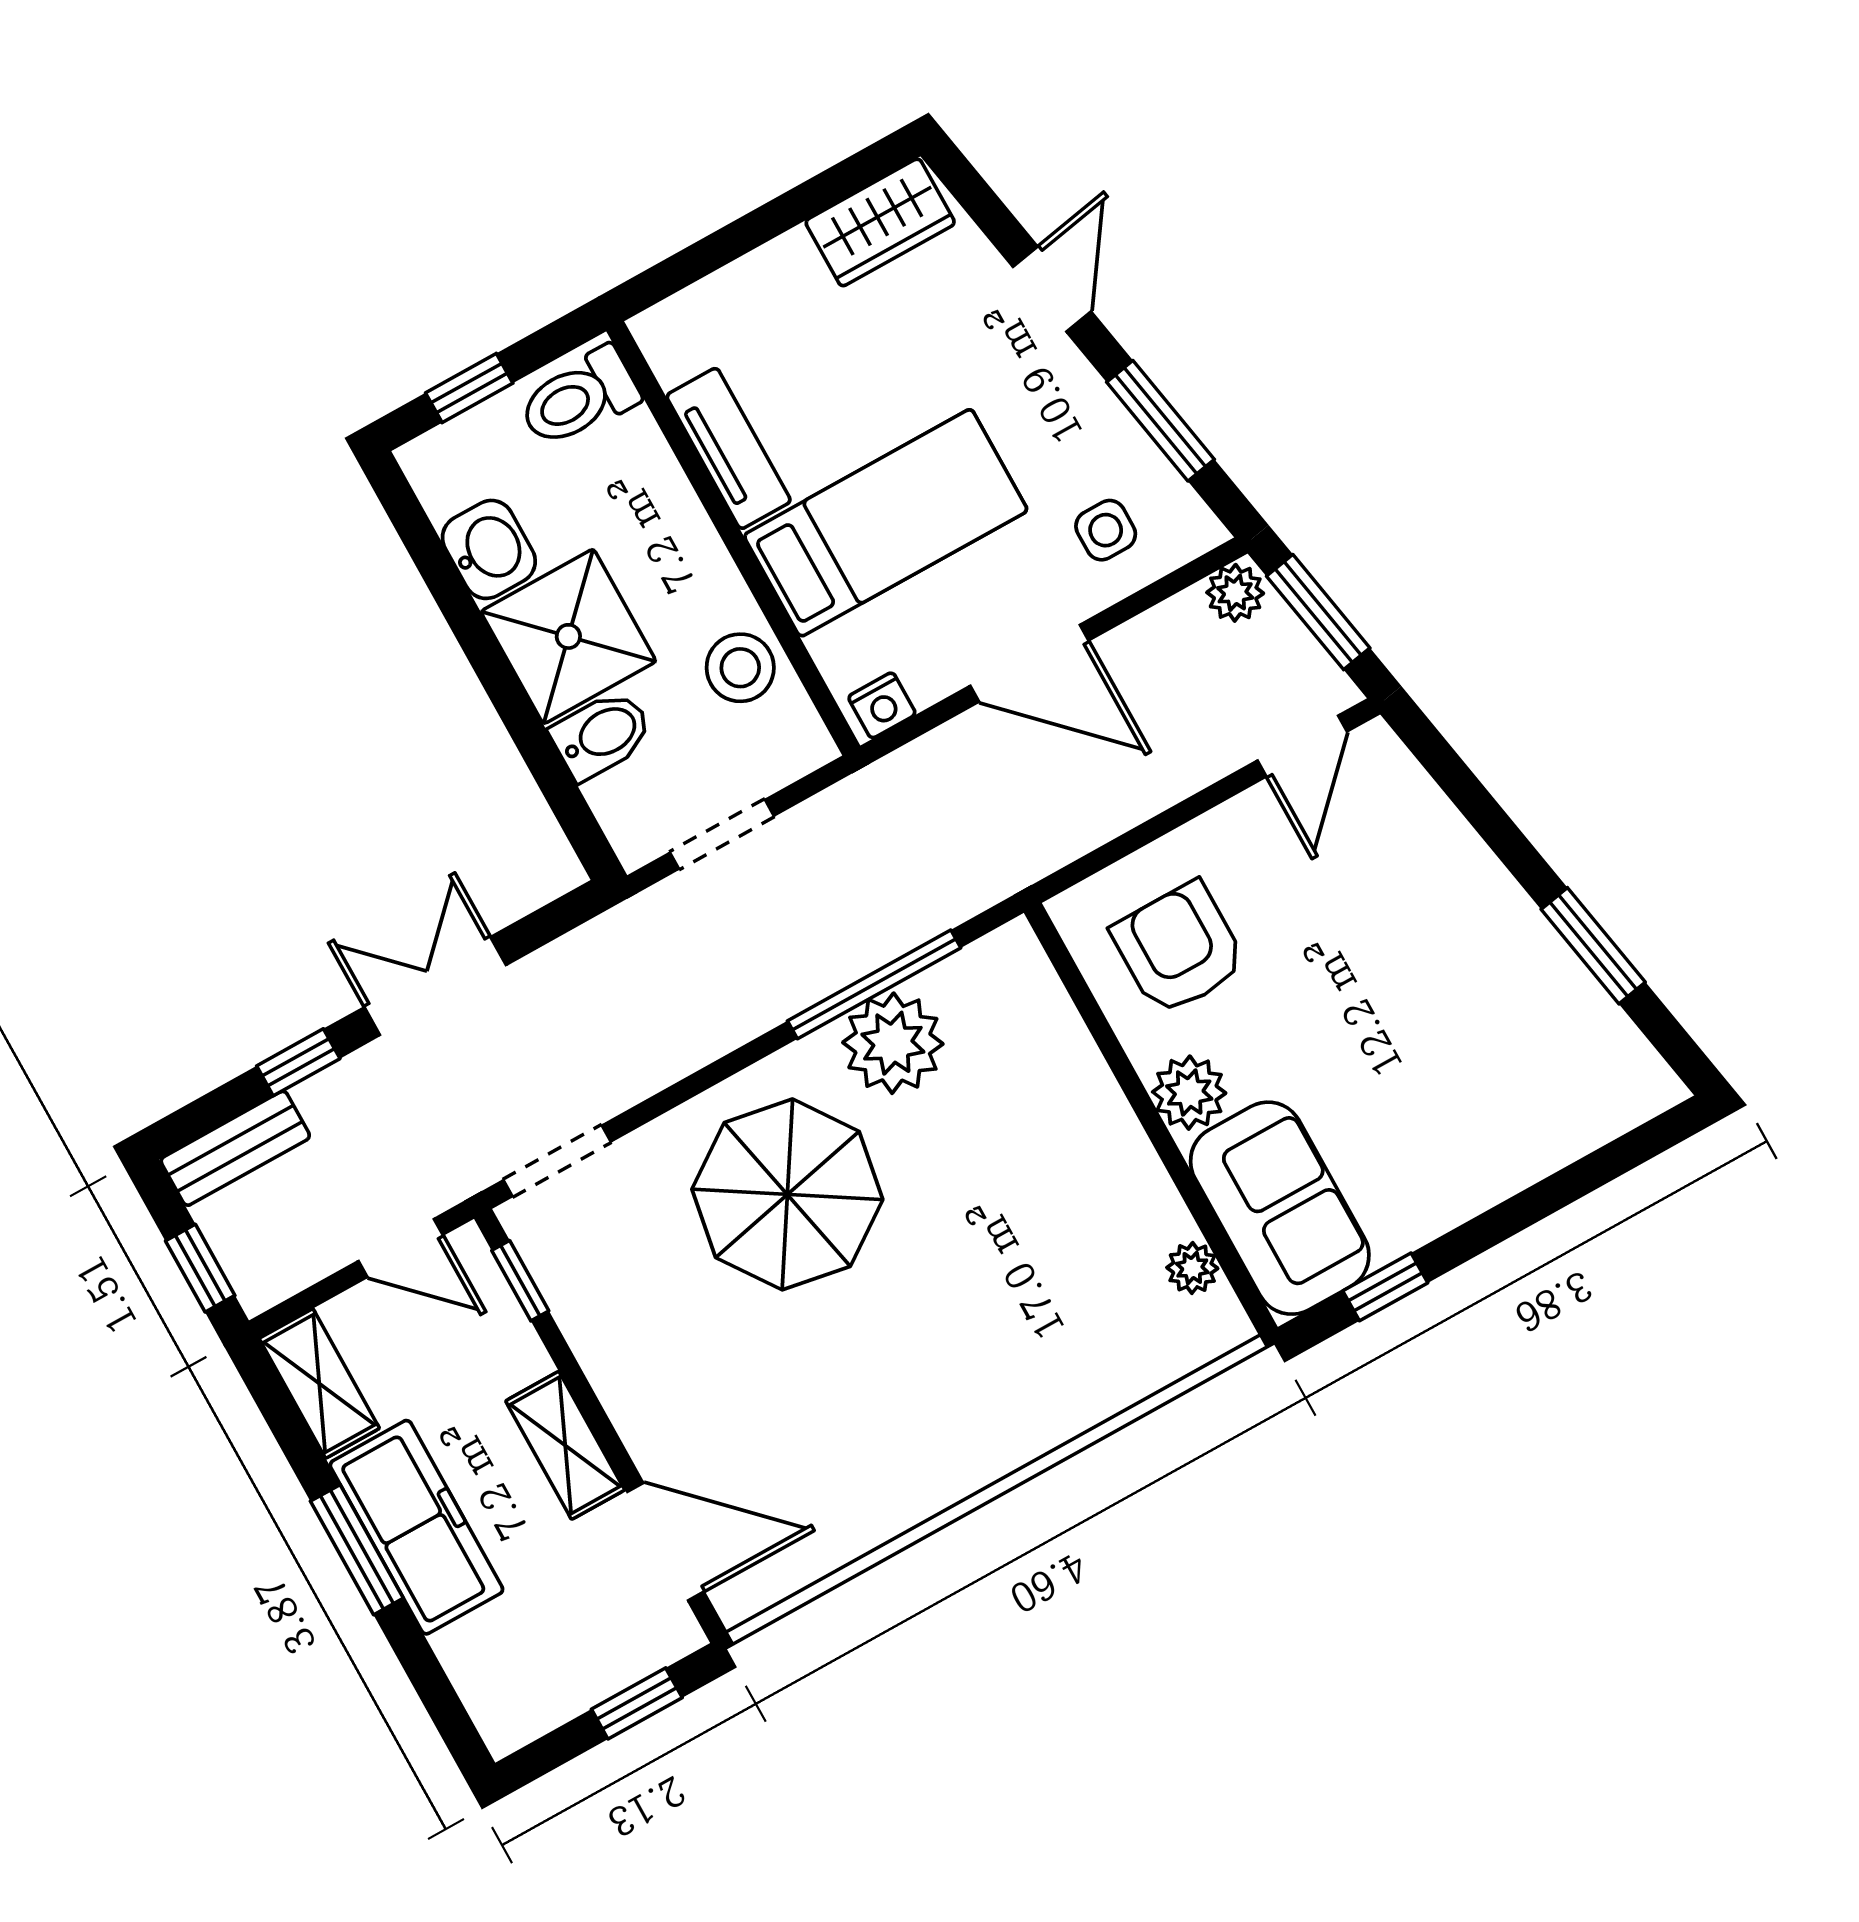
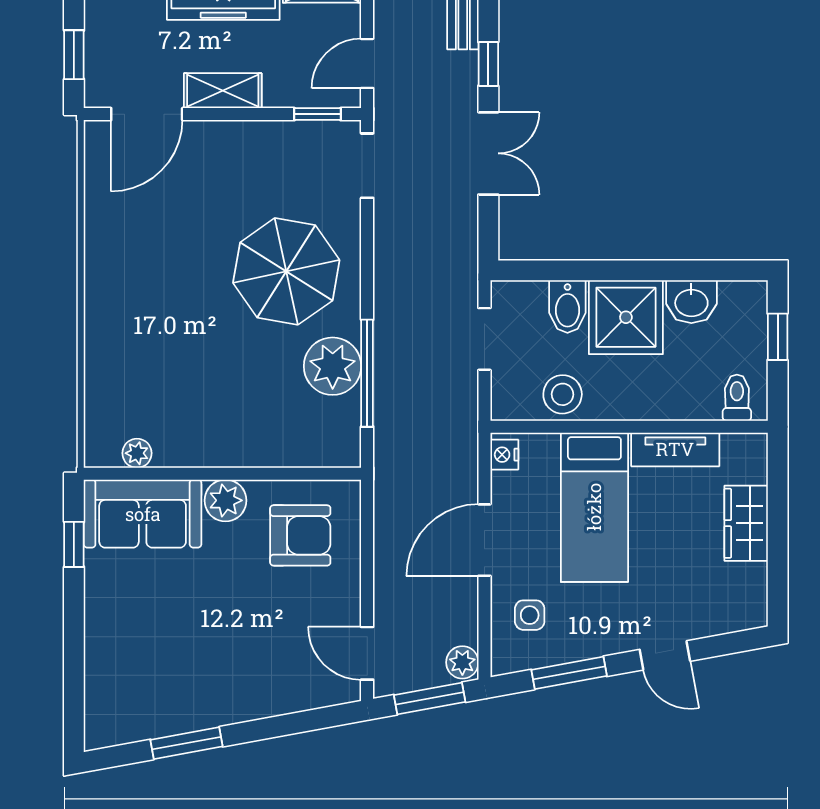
wardrobe: (880, 222) -> (746, 523), moved
toilet: (579, 398) -> (737, 398), width x0.73, depth x0.72

